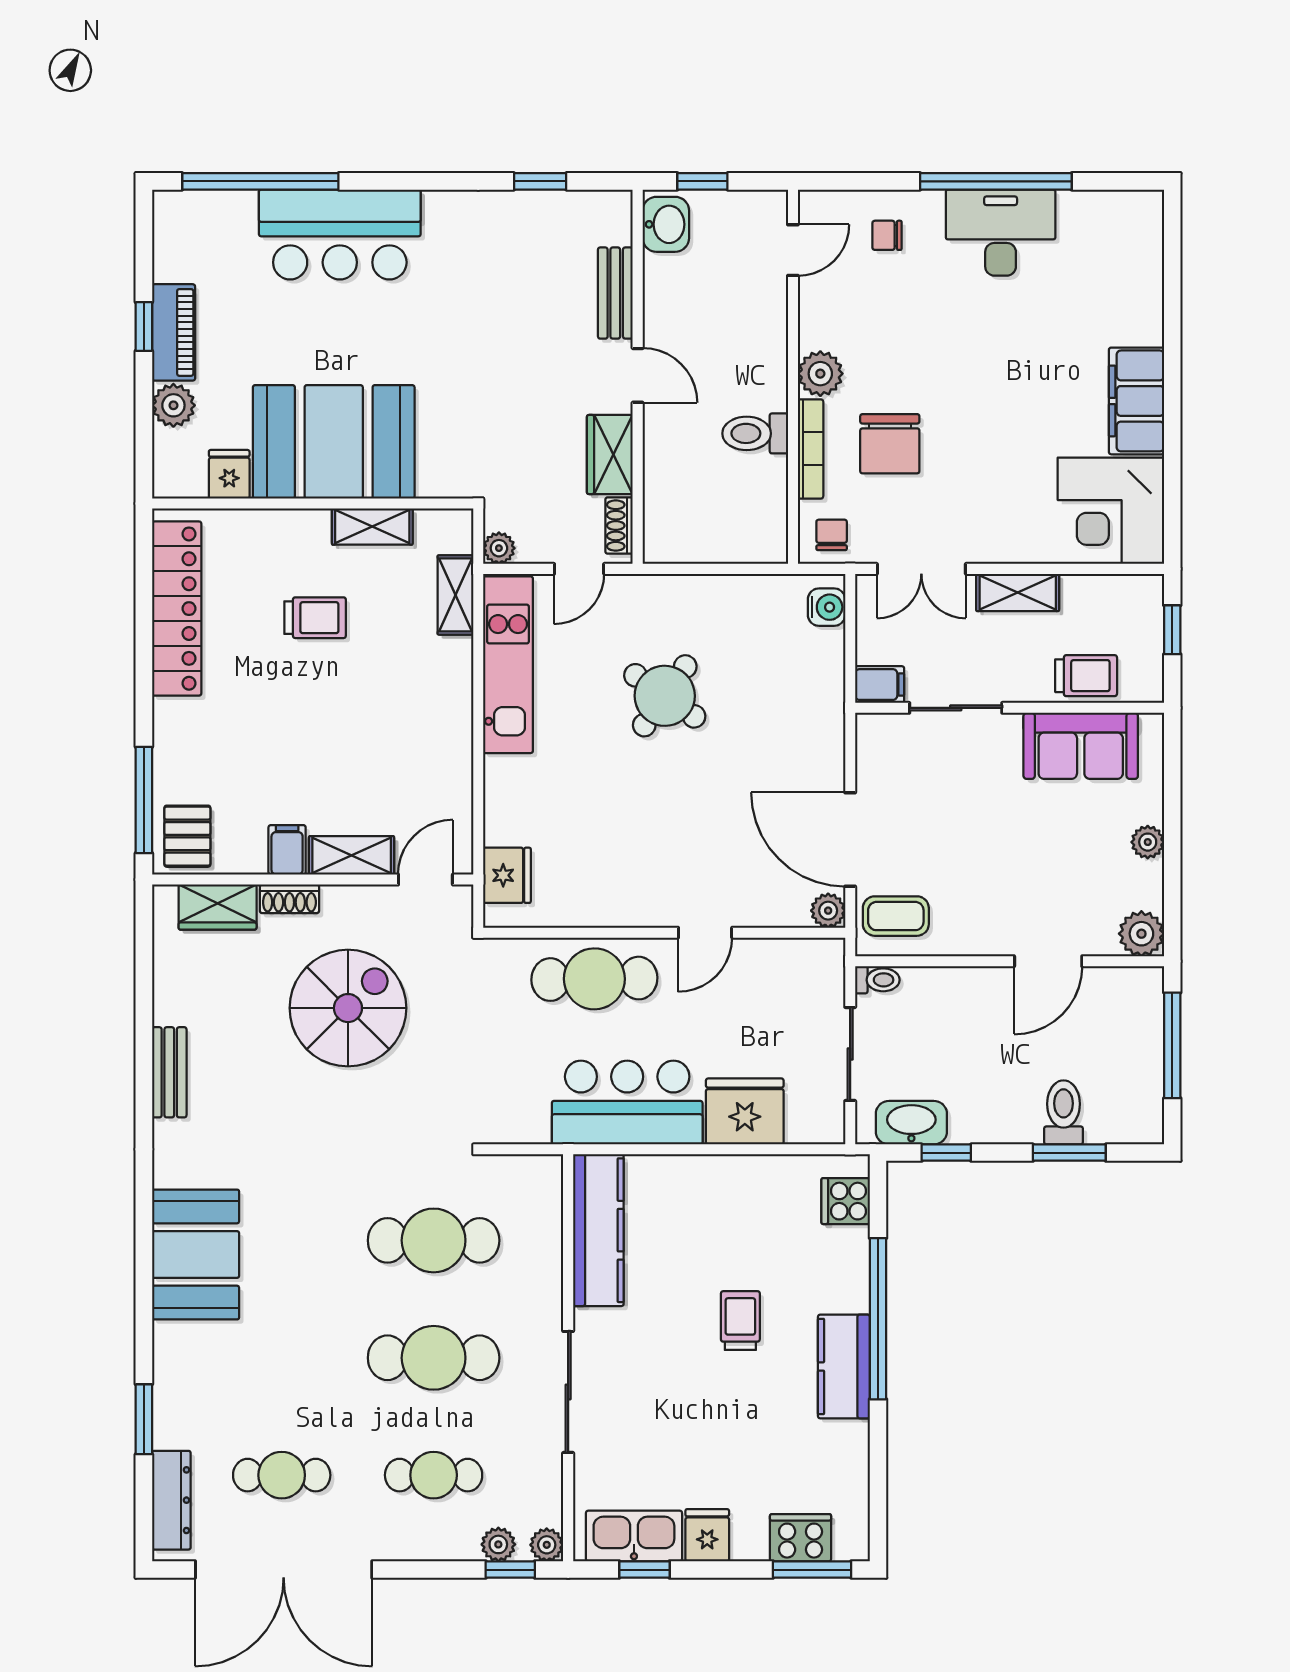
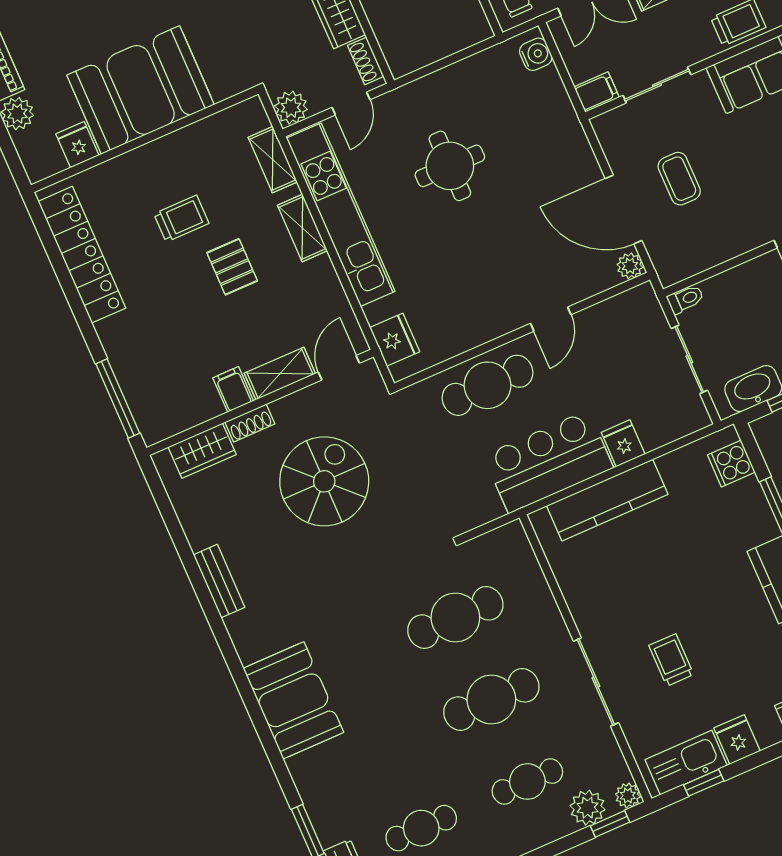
shelving: (372, 527) -> (302, 228), moved, turned 90
plant: (499, 548) -> (291, 108), width x1.38, depth x1.38
kitchen unit: (508, 665) -> (341, 215), width x1.36
round table: (665, 696) -> (450, 166), turned -35
pallet: (187, 836) -> (232, 267), moved
coffee table: (896, 916) -> (679, 179), moved, turned 90
fridge: (745, 1111) -> (623, 443), width x0.53, depth x0.75
kitchen counter: (598, 1230) -> (607, 500), moved, turned 90
trolley: (740, 1321) -> (671, 660), moved
plant: (498, 1544) -> (588, 808), width x1.38, depth x1.38

